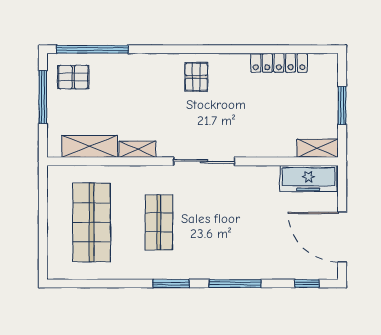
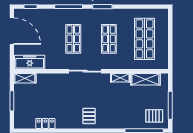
locker: (279, 63) -> (45, 123), width x0.66
shop shelf: (226, 222) -> (73, 39), added

